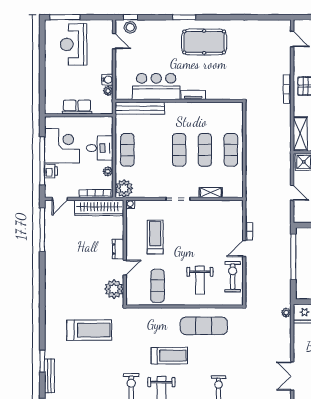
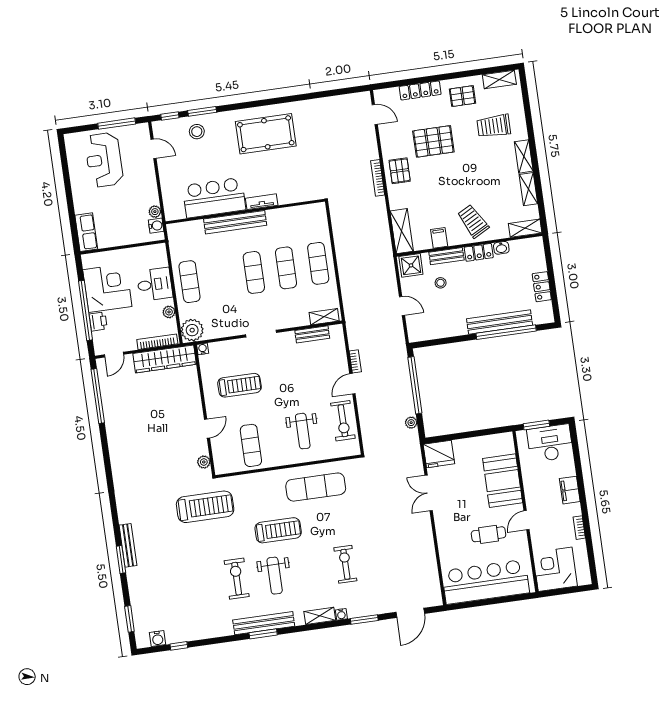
window: (65, 17) -> (117, 124), moved
window: (184, 17) -> (202, 111), moved
stool: (130, 27) -> (197, 132), moved
water cooler: (107, 80) -> (156, 226), moved
row of seats: (77, 107) -> (86, 232), moved, turned 90
bench: (140, 108) -> (235, 222), moved
shelving: (211, 193) -> (324, 317), moved
bench: (218, 205) -> (312, 334), added
treadmill: (155, 237) -> (239, 385), turned 90
dresser: (118, 249) -> (195, 407), removed
exercise bike: (233, 277) -> (343, 421), turned 180
plant: (114, 289) -> (204, 462), width x0.53, depth x0.53
plant: (286, 313) -> (411, 423), moved
treadmill: (89, 330) -> (205, 507), moved
bench: (49, 376) -> (128, 545), moved
double door: (292, 376) -> (429, 493), moved

